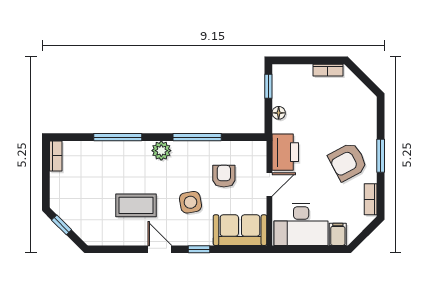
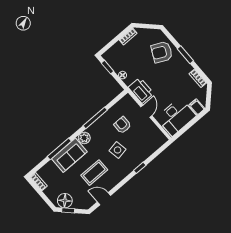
armchair: (348, 162) -> (162, 52), moved, turned 54
floor lamp: (68, 209) -> (65, 201), added
sofa: (240, 230) -> (69, 155), moved, turned 180
door: (160, 249) -> (104, 199), moved

